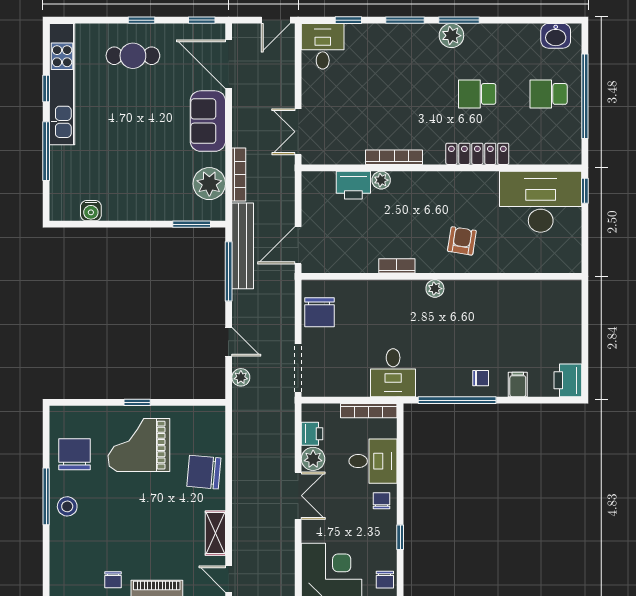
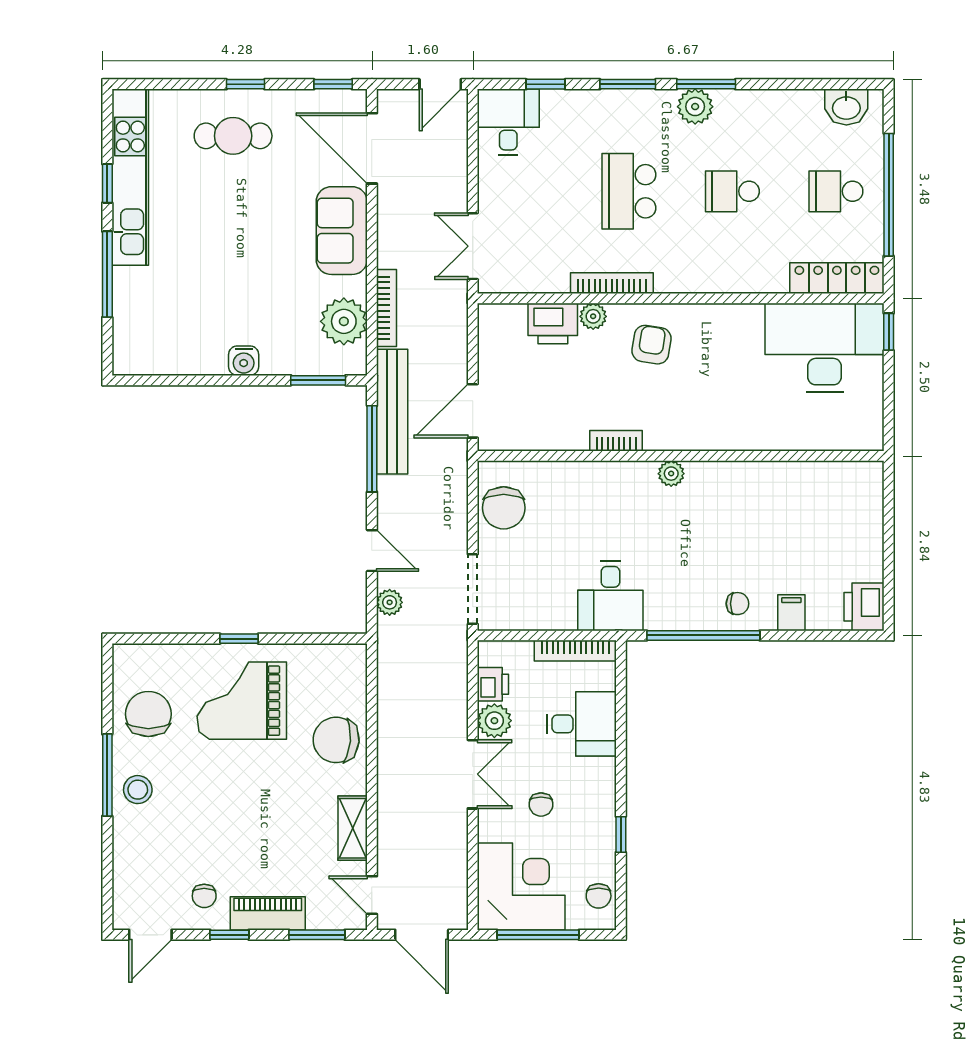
school desk: (406, 94) -> (629, 191), added
locker: (477, 154) -> (837, 278), moved
water cooler: (91, 211) -> (244, 361), moved
armchair: (462, 241) -> (651, 345), moved
chair: (381, 501) -> (541, 805), moved, turned 180

